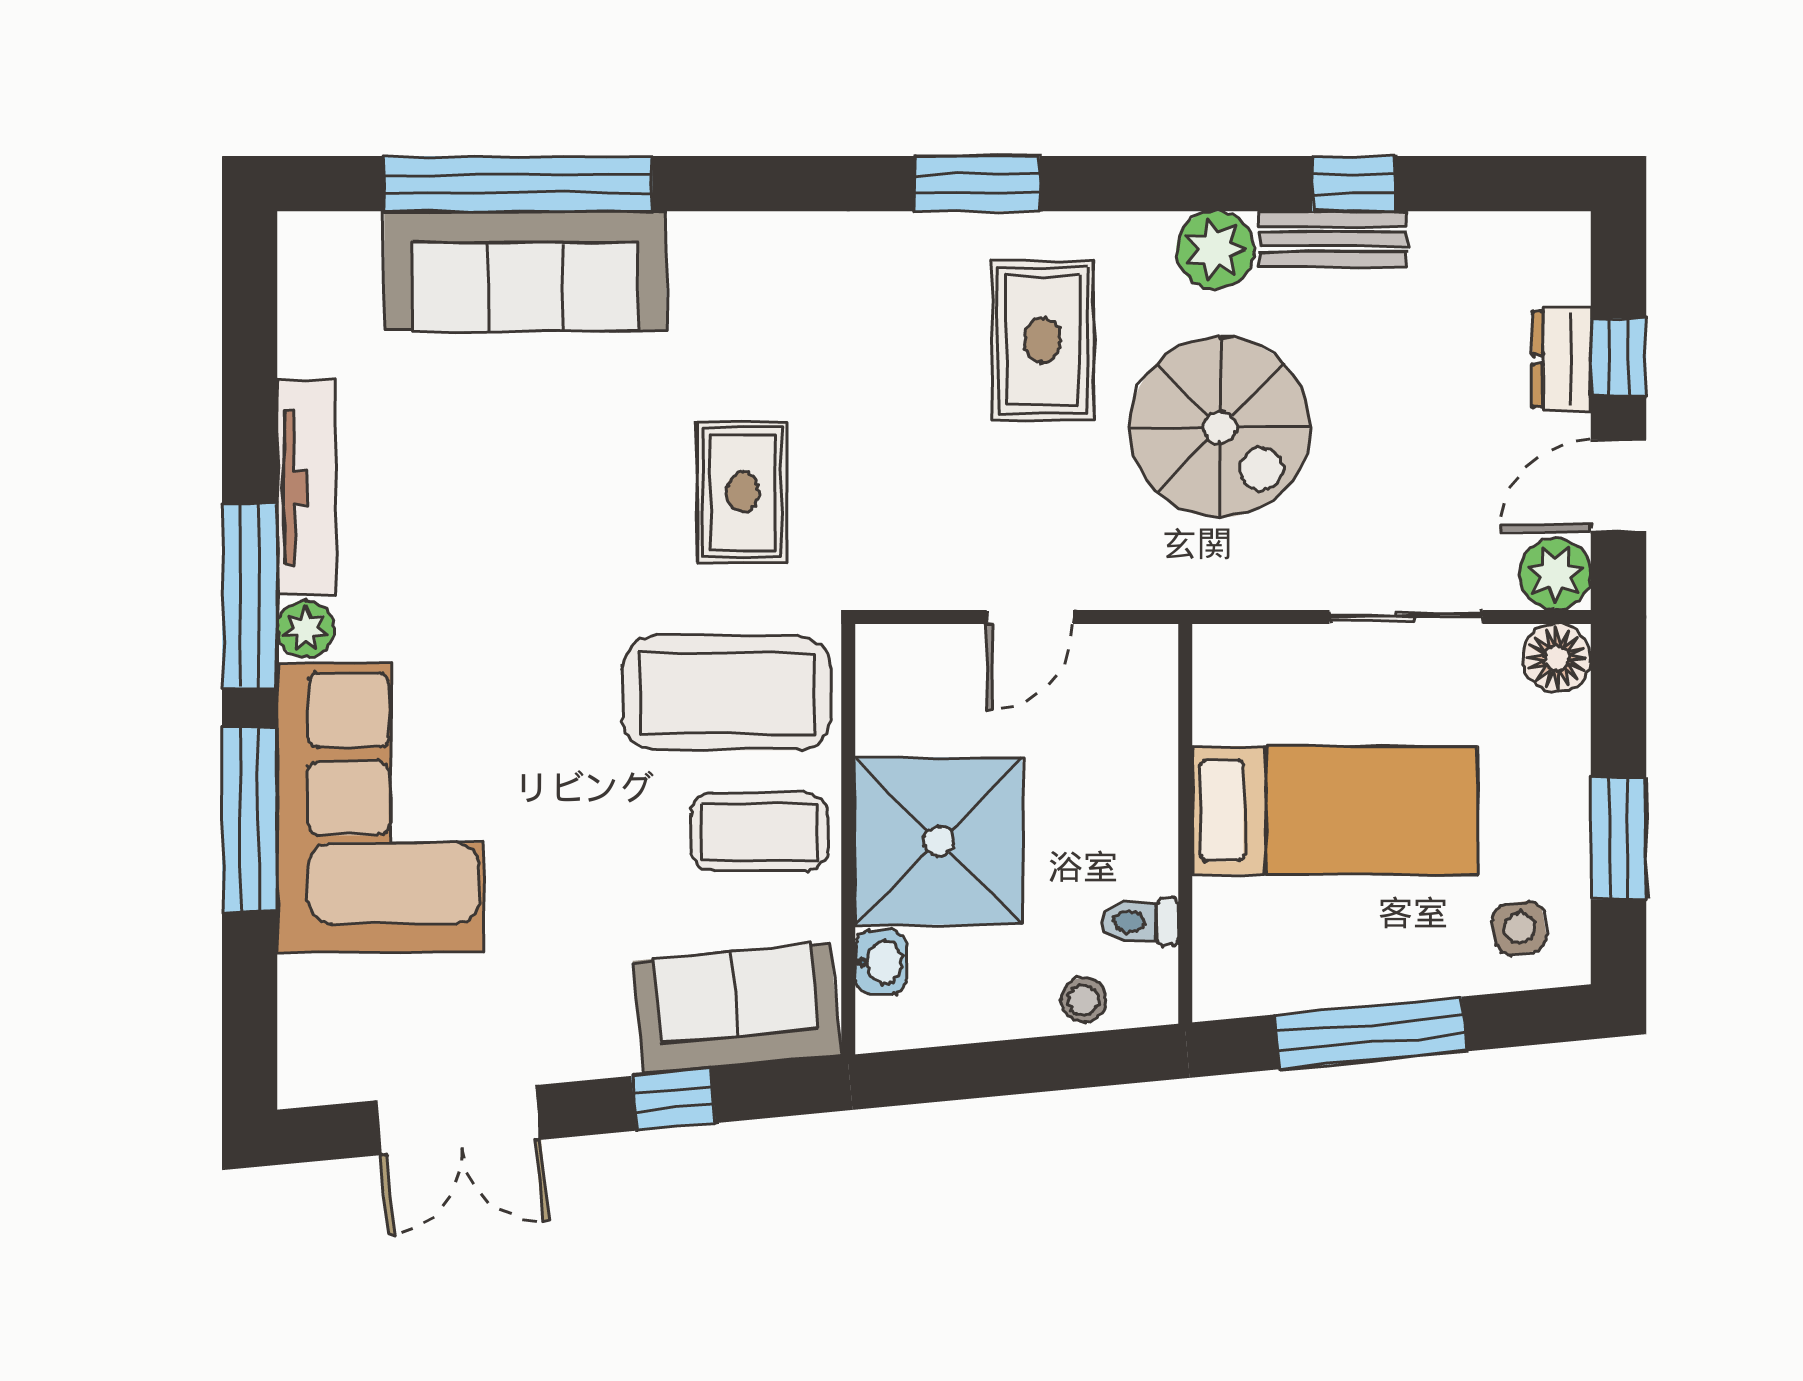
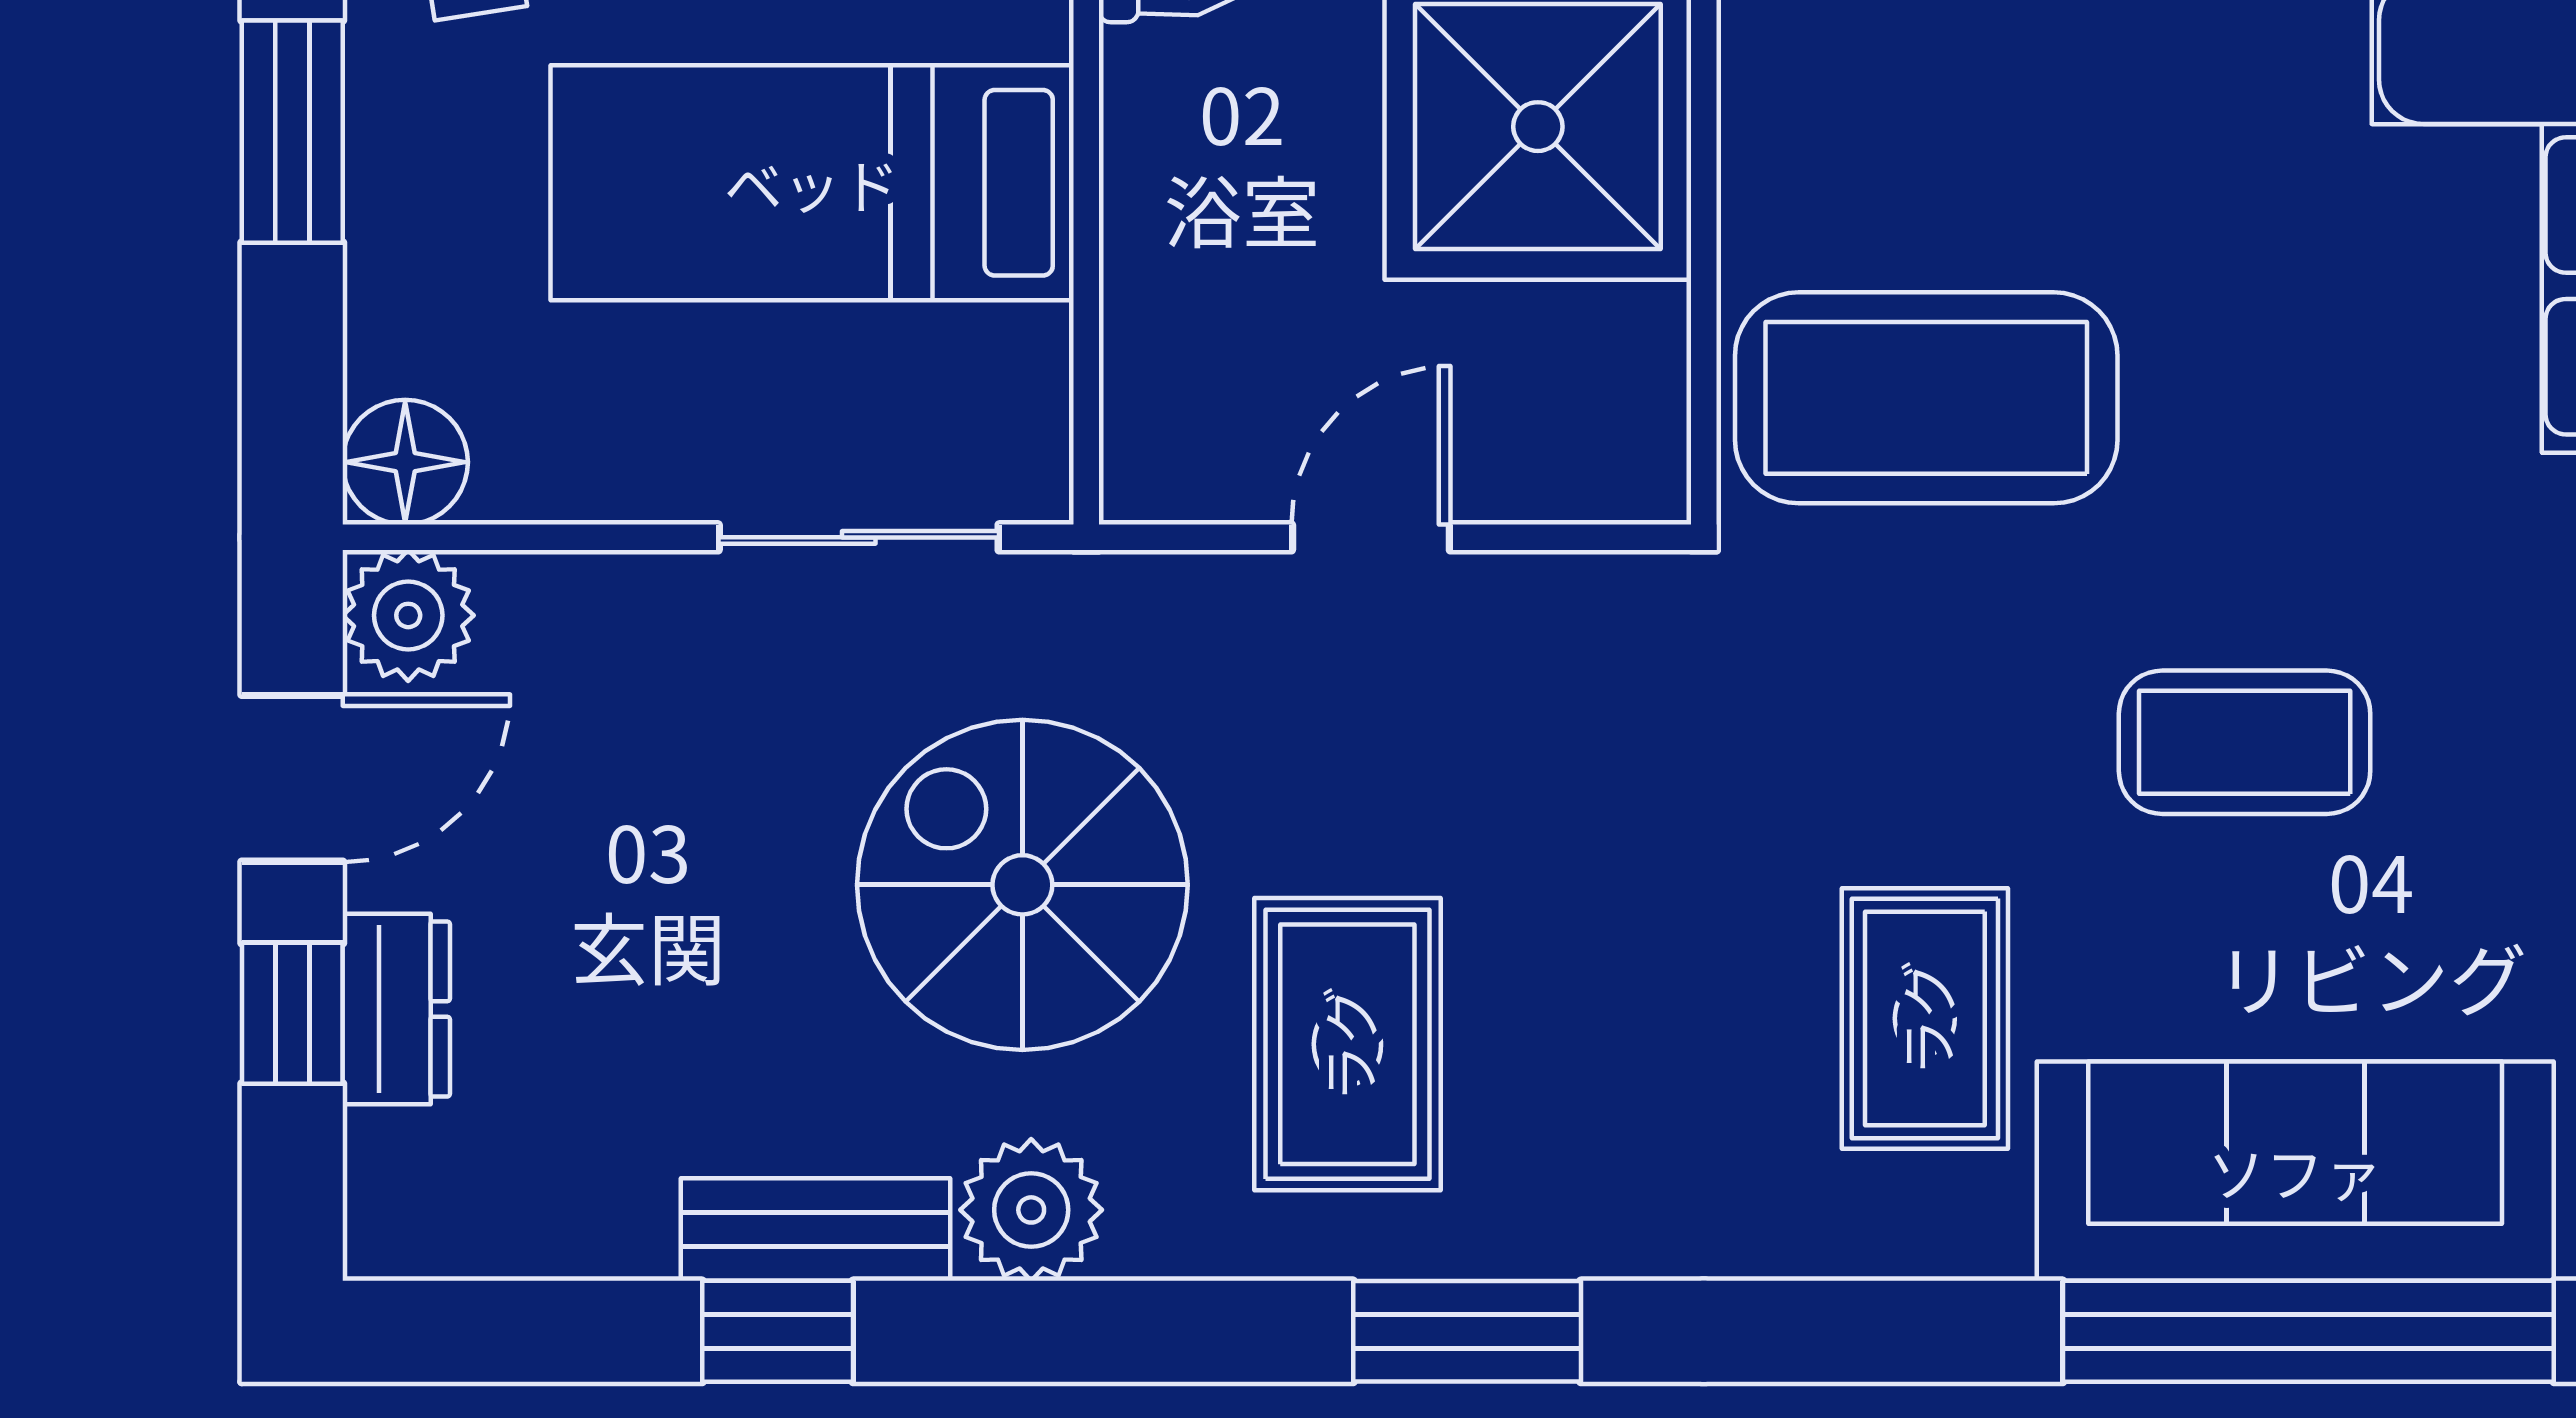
rug: (742, 492) -> (1925, 1018), moved
sliding door: (1406, 617) -> (859, 537), moved
coffee table: (759, 832) -> (2245, 742), moved

